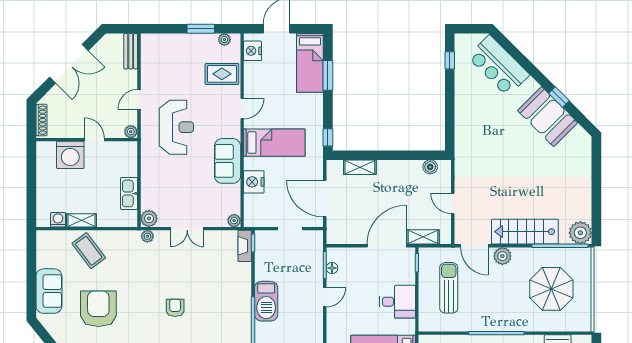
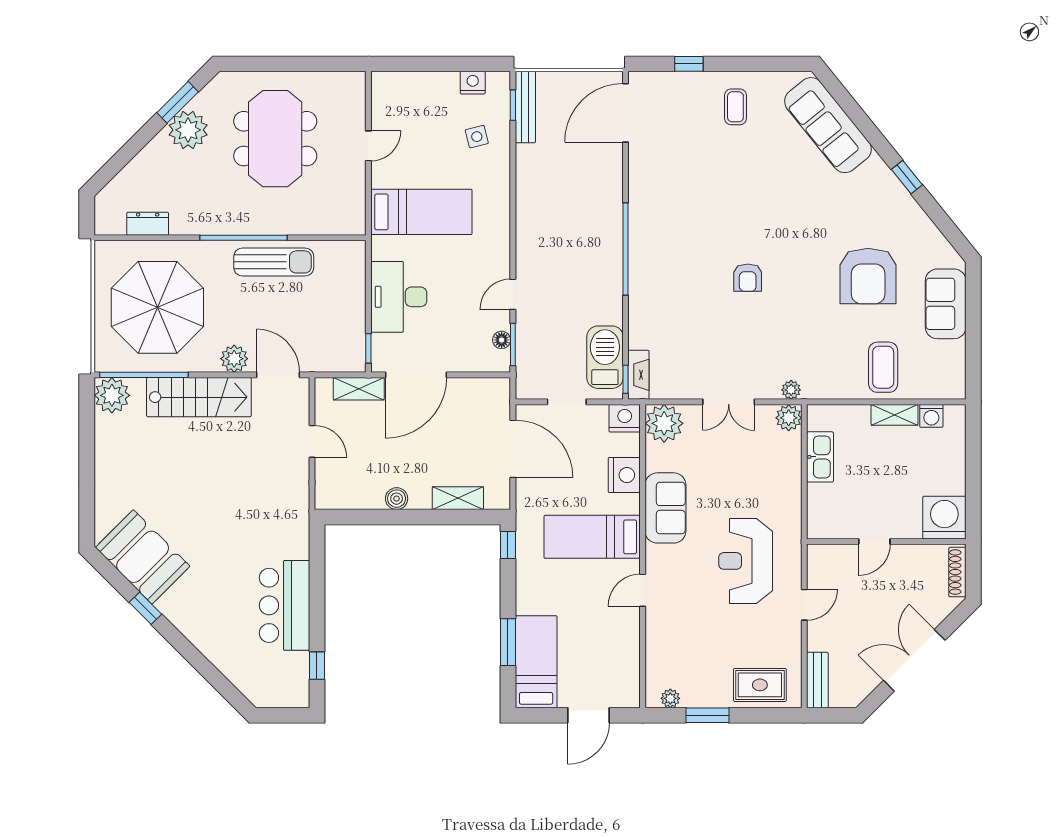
nightstand: (253, 51) -> (625, 418), moved, turned -90
bar counter: (498, 66) -> (285, 605), moved, turned -135
rug: (222, 74) -> (760, 685), moved
booth: (548, 117) -> (143, 557), moved
plant: (131, 132) -> (817, 554), removed
door: (94, 140) -> (874, 541), hinge flipped
washing machine: (70, 155) -> (944, 518), moved
boiler: (430, 167) -> (397, 499), moved
plant: (234, 221) -> (664, 423), width x1.88, depth x1.88
double door: (187, 229) -> (729, 402), swing flipped
coffee table: (89, 251) -> (883, 367), turned 37
sun lounger: (449, 288) -> (274, 262), moved, turned -90
parasol: (551, 289) -> (157, 307), width x1.36, depth x1.36
barbecue: (266, 301) -> (605, 357), moved
desk: (398, 302) -> (399, 297), width x1.37

